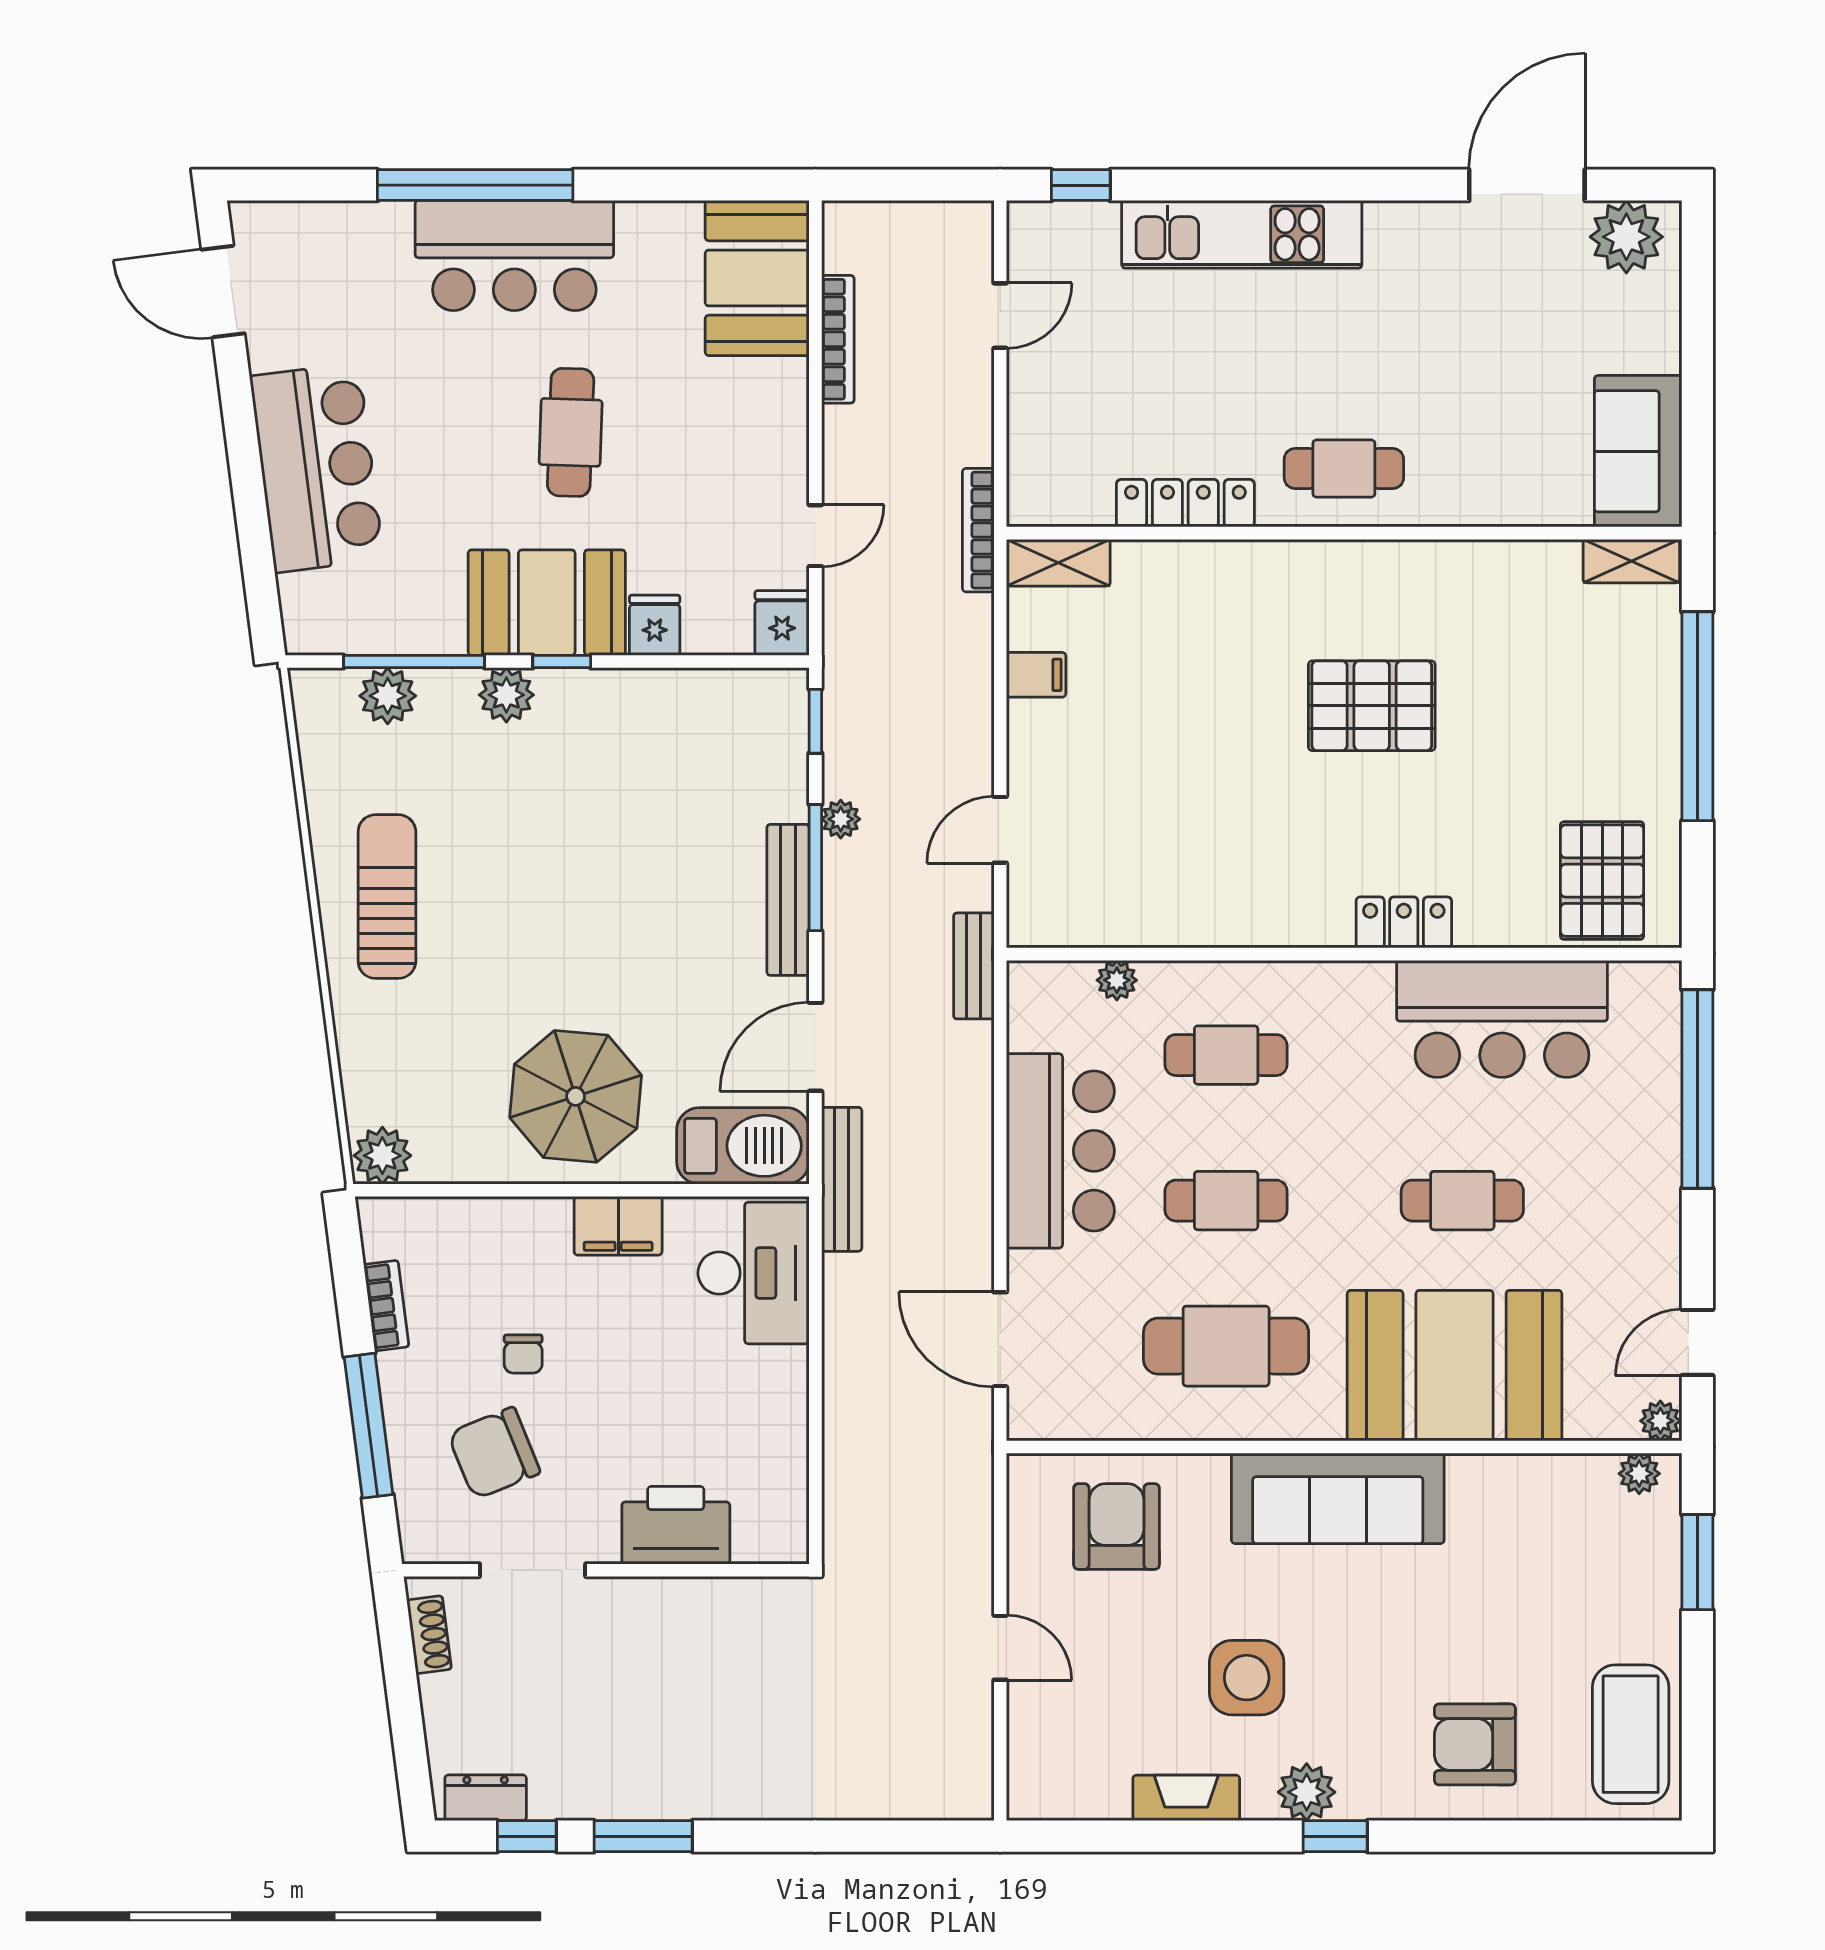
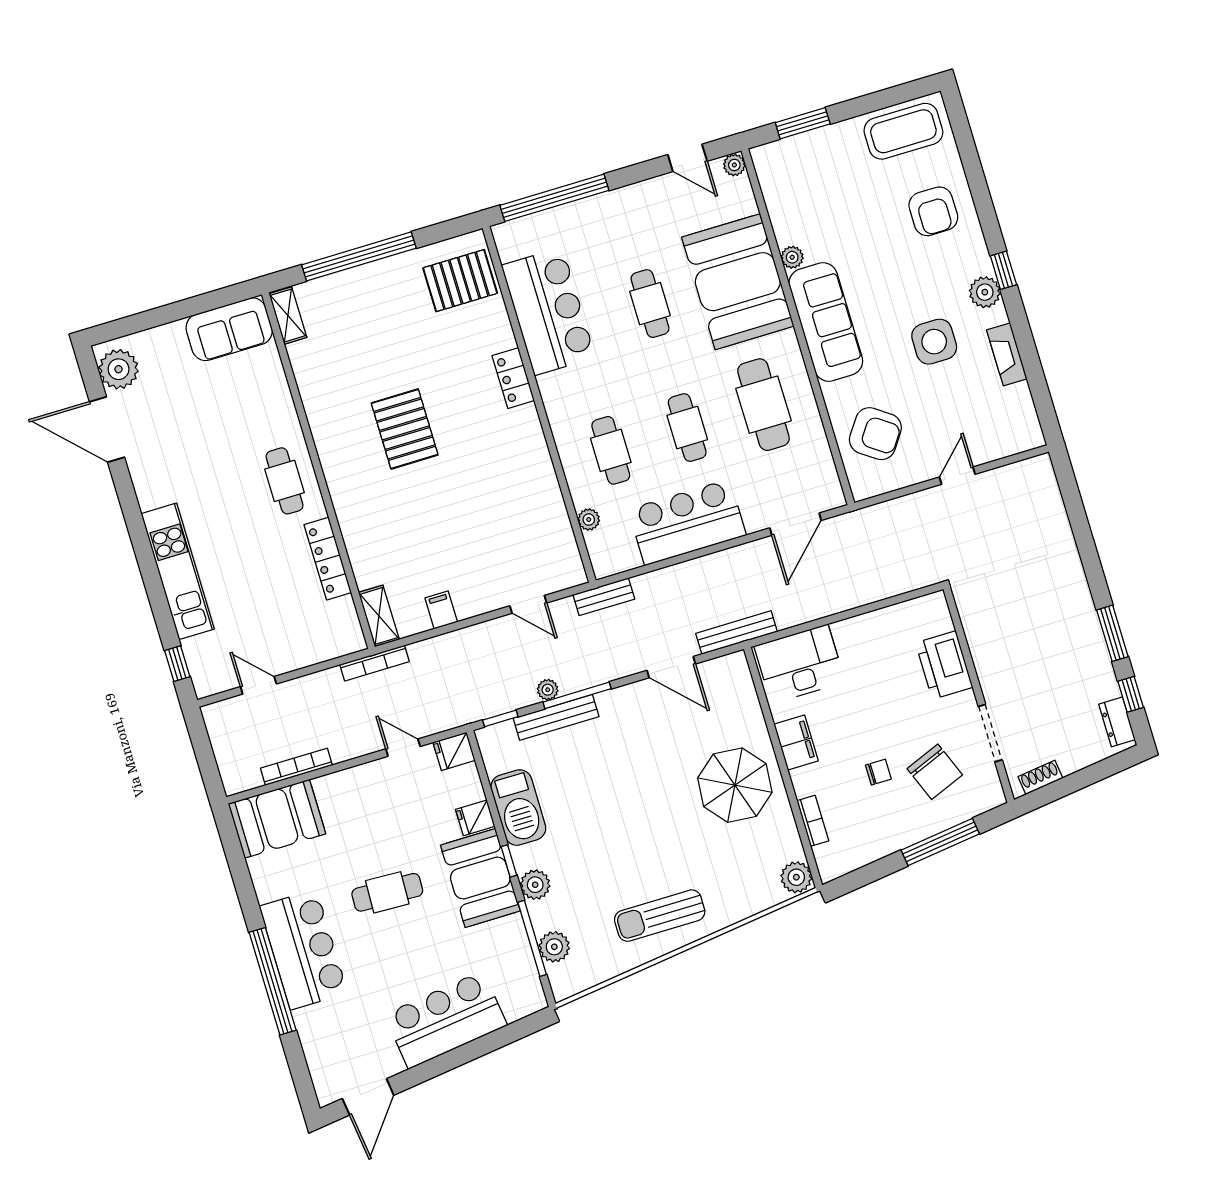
bench: (788, 900) -> (556, 717), moved
barbecue: (743, 1146) -> (518, 808), moved, turned 180
bookcase: (386, 1306) -> (813, 821), moved, turned 97
plant: (1639, 1474) -> (792, 257), moved
armchair: (1117, 1527) -> (875, 434), turned -145

